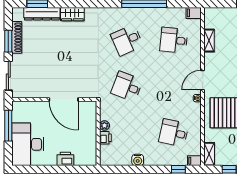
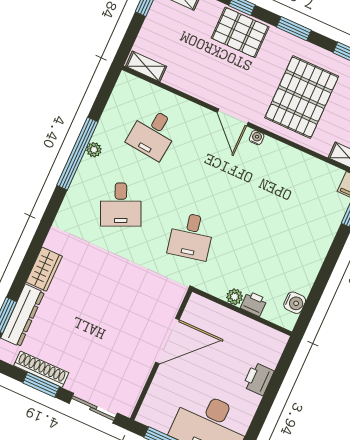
plant: (150, 12) -> (94, 150), added
filing cabinet: (194, 13) -> (125, 85), removed
shelving: (209, 40) -> (146, 66), moved
desk: (127, 87) -> (191, 236), turned -33
desk: (174, 133) -> (293, 197), removed
water cooler: (138, 160) -> (295, 303), moved

